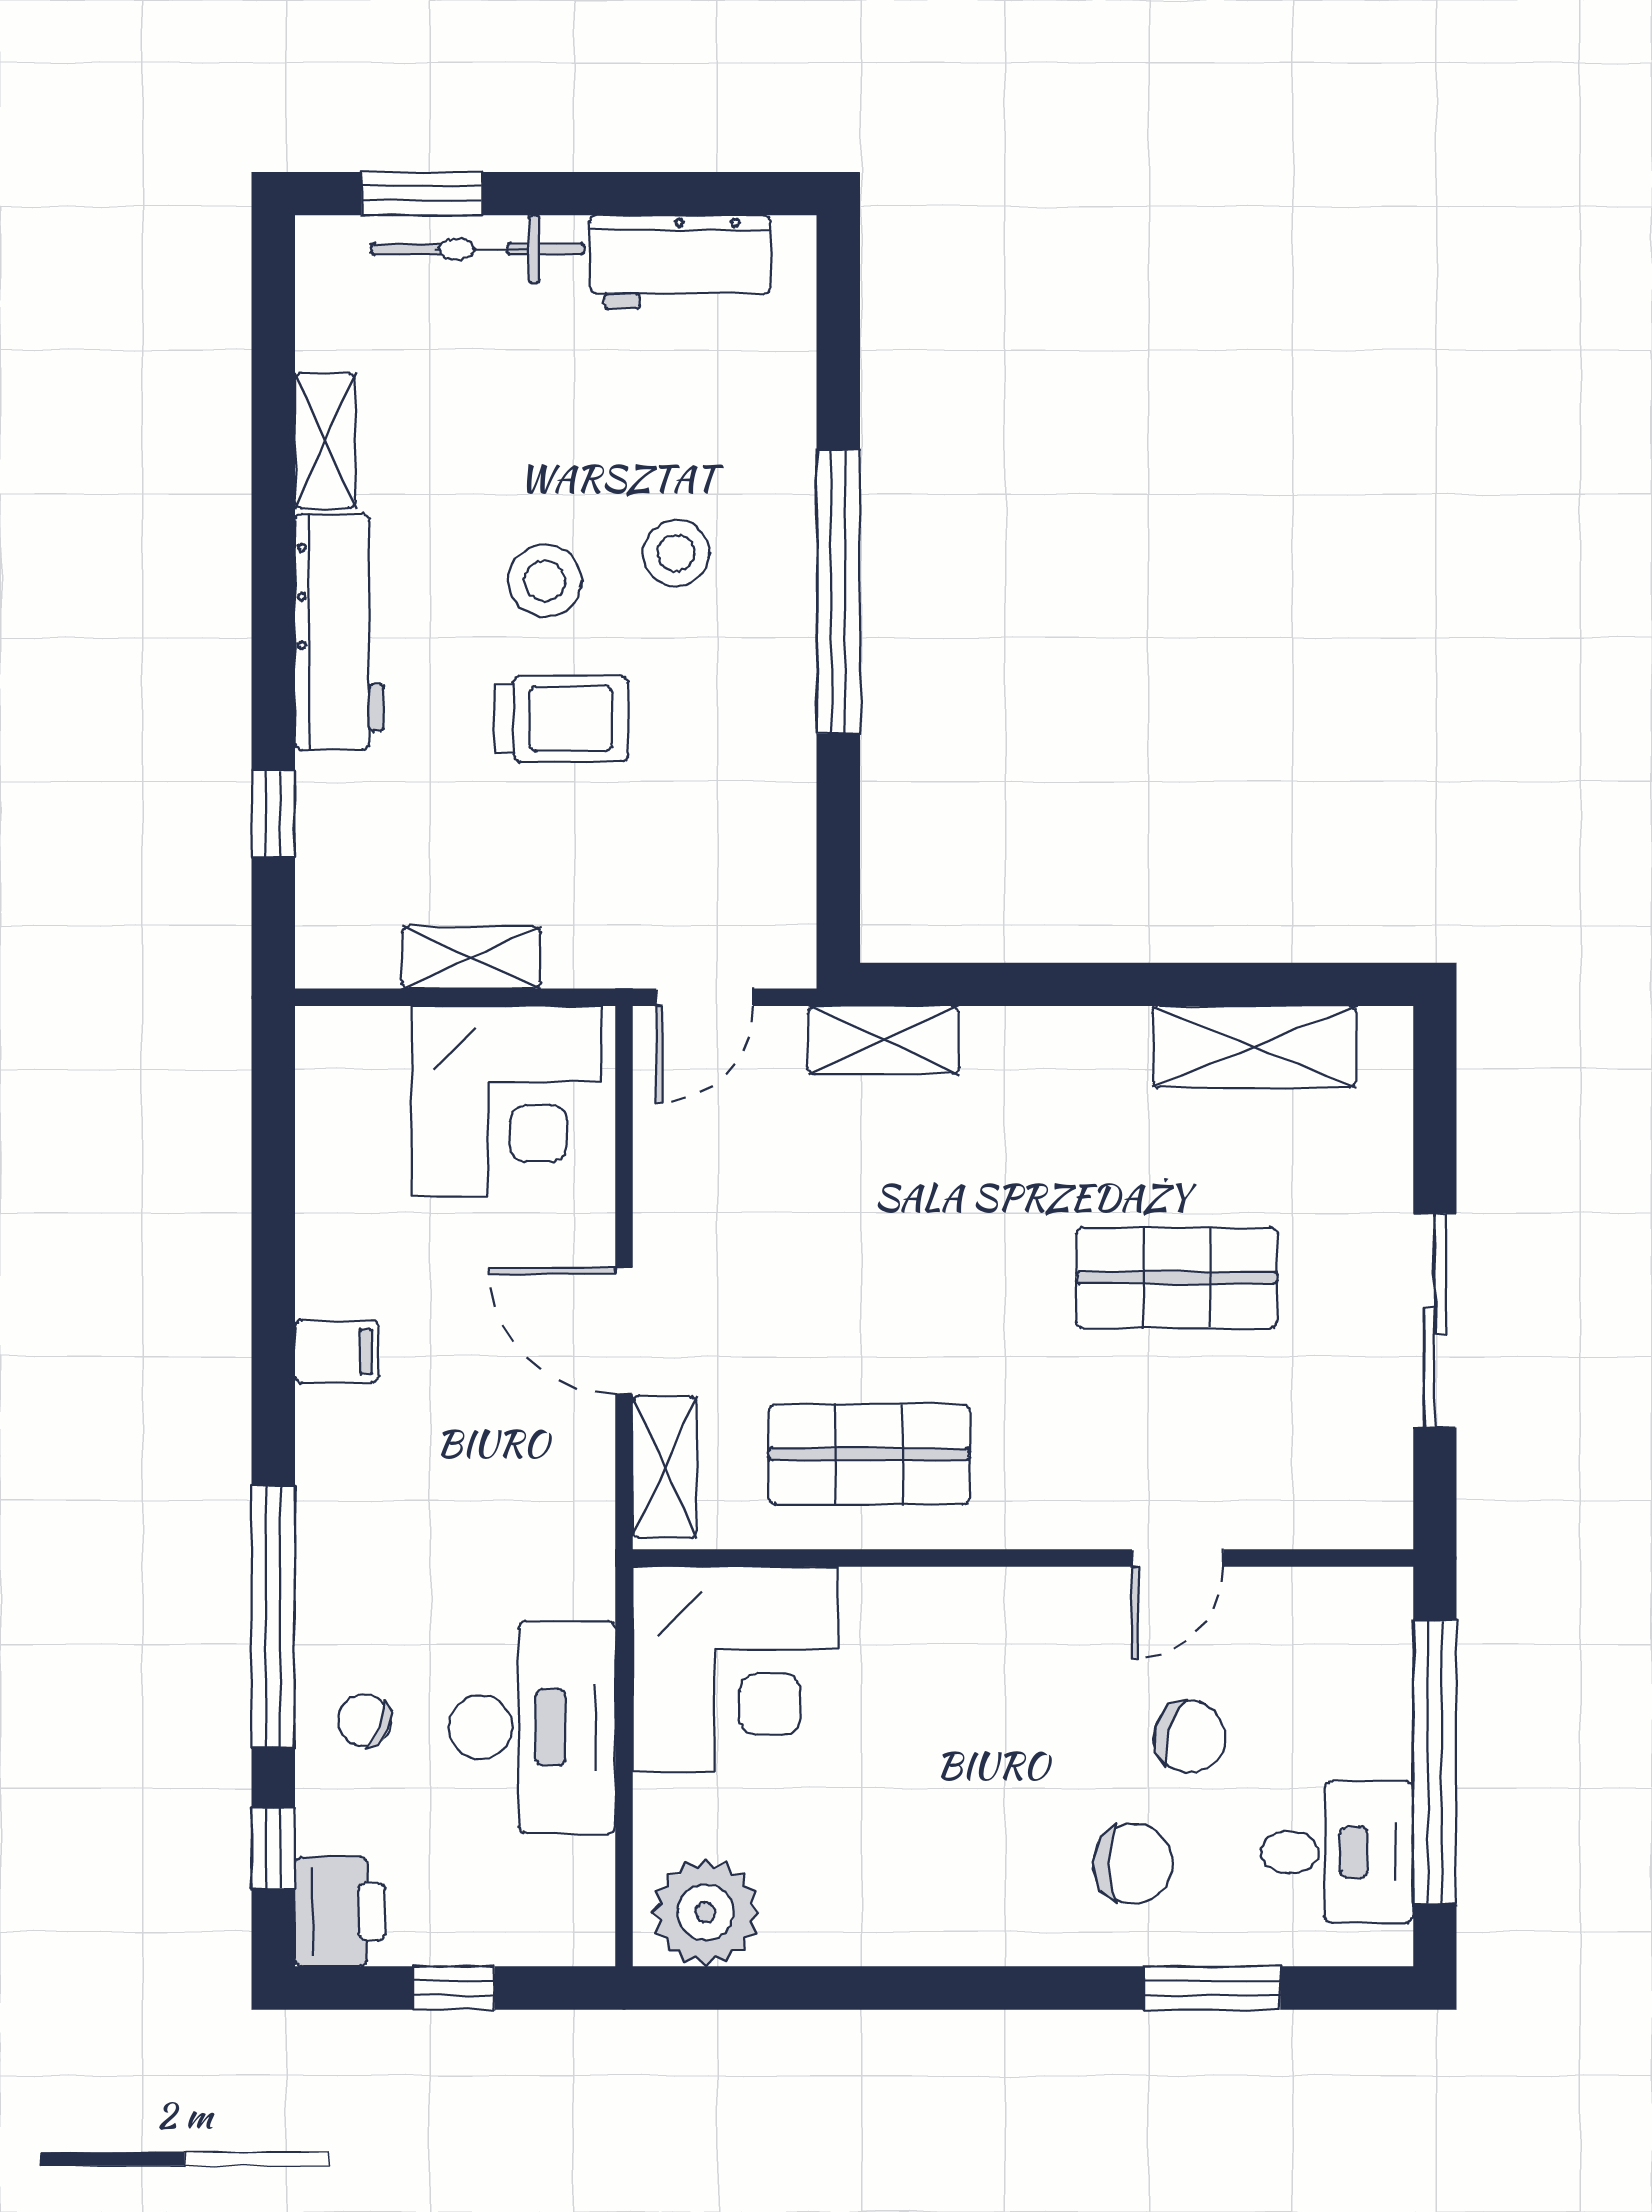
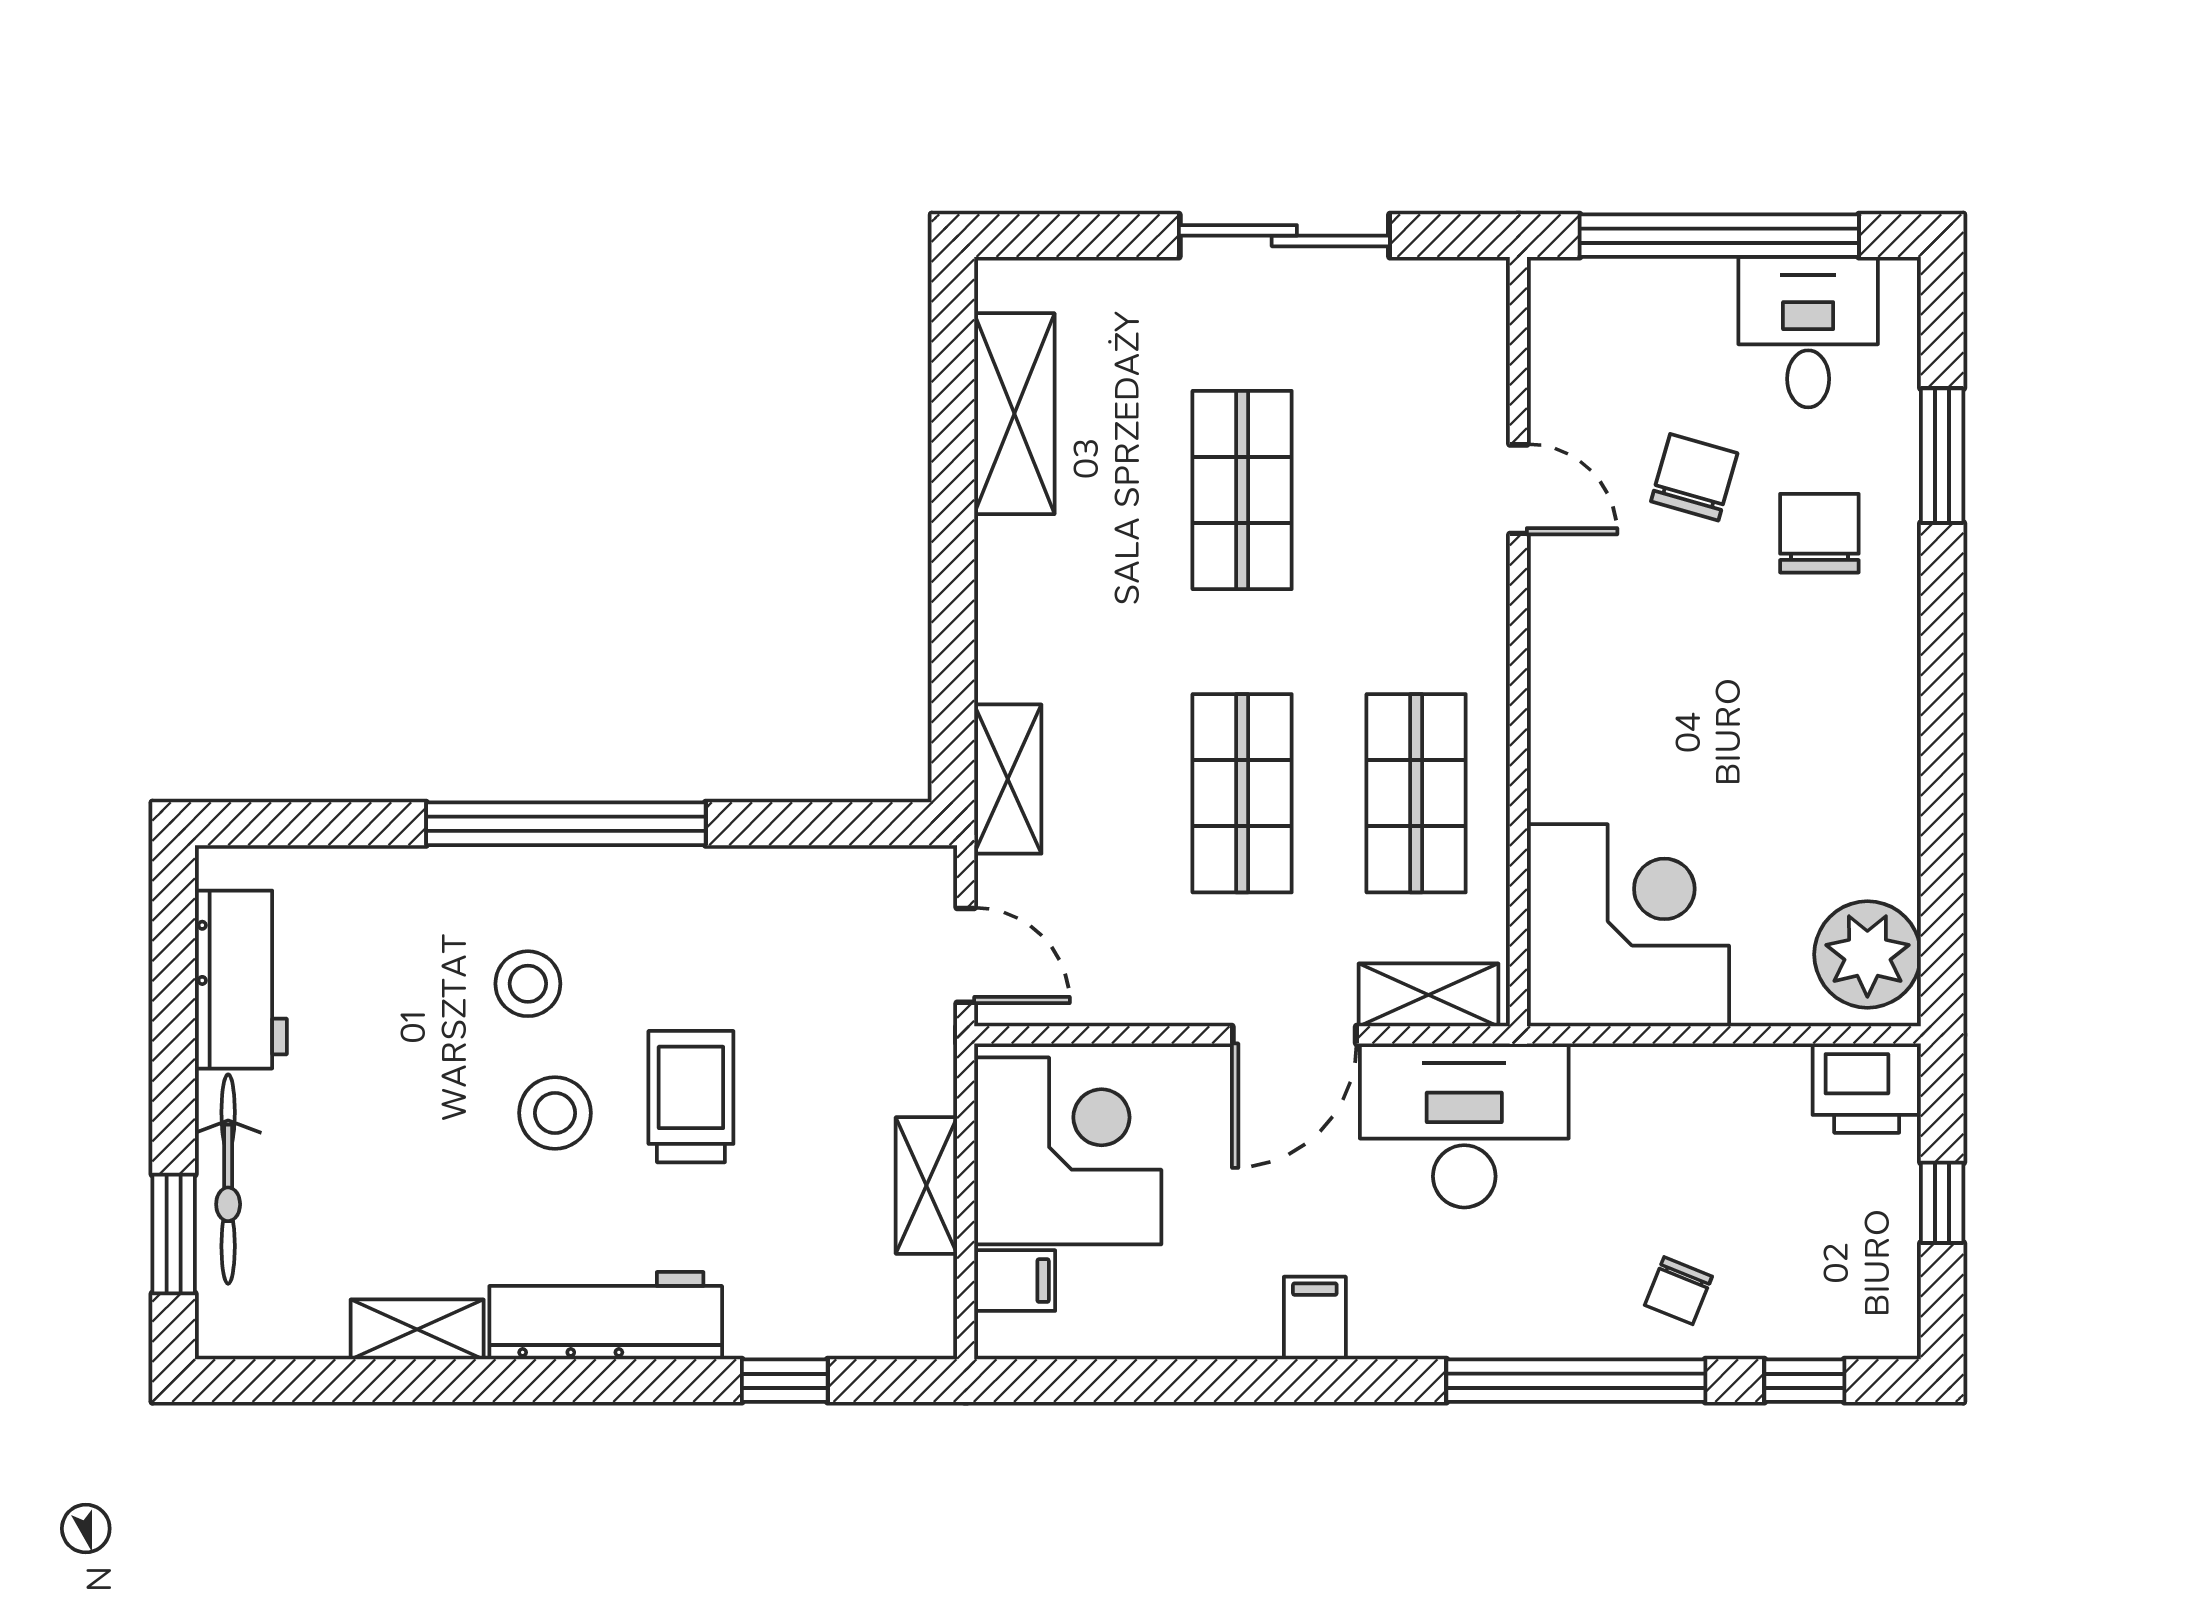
filing cabinet: (375, 1047) -> (1015, 1281), added
shop shelf: (869, 1278) -> (1242, 793), added
desk: (532, 1727) -> (1464, 1125), moved
printer: (340, 1912) -> (1867, 1088), moved, turned 180

